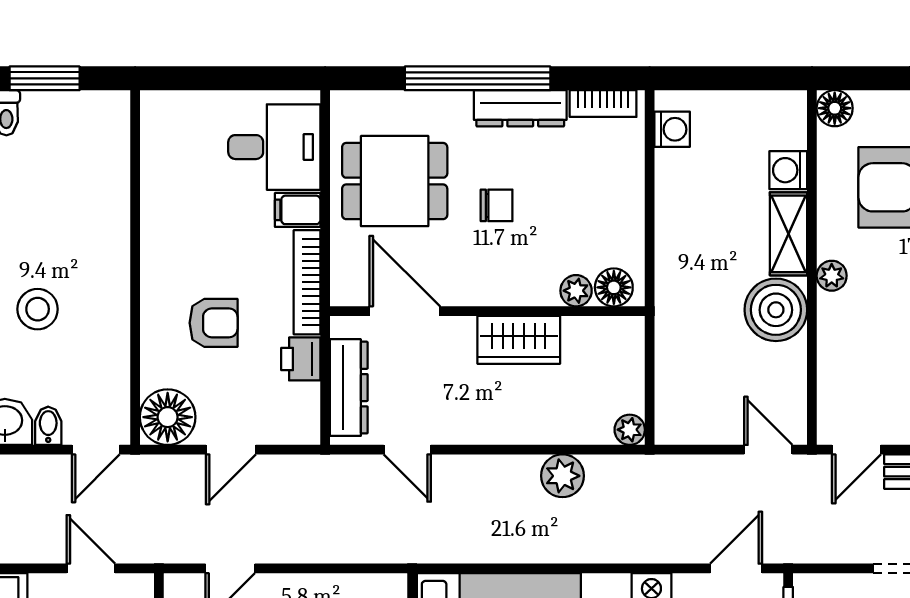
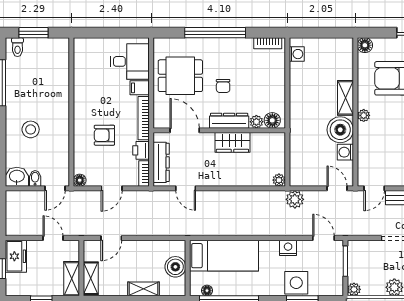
dresser: (520, 108) -> (229, 121), moved, turned 180
washing machine: (788, 170) -> (345, 152), moved
chair: (497, 205) -> (223, 86), turned 90
armchair: (214, 323) -> (104, 135), turned 180
bookcase: (308, 414) -> (144, 174), added
floor lamp: (168, 417) -> (80, 180), width x0.53, depth x0.53
plant: (562, 476) -> (295, 199), moved
door: (736, 568) -> (324, 238), hinge flipped

